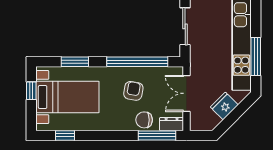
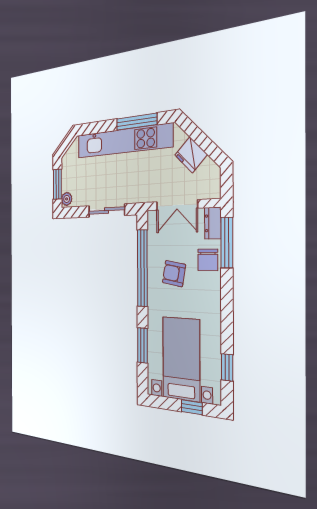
window: (31, 91) -> (192, 407), moved

